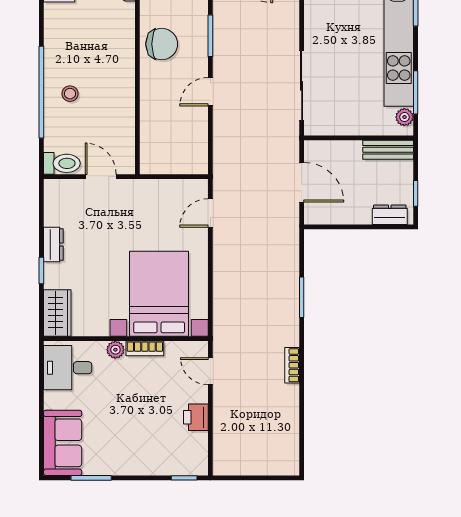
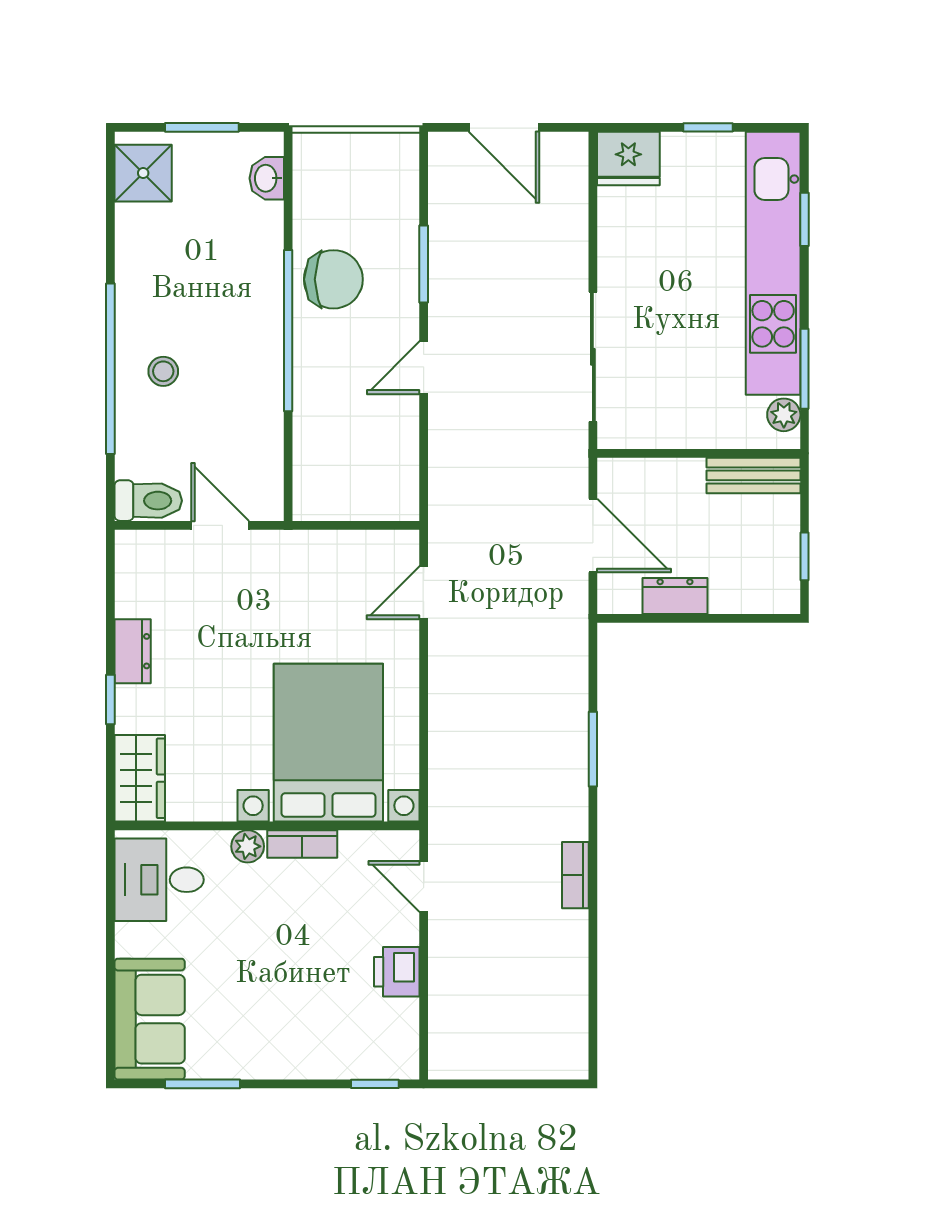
window: (137, 72) -> (288, 331), added
dresser: (390, 215) -> (675, 596), moved

